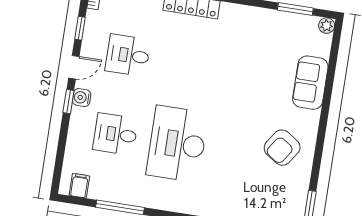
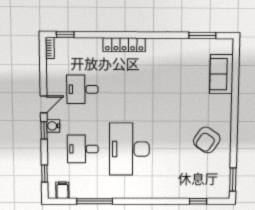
plant: (327, 26) -> (227, 44), removed
window: (80, 28) -> (45, 173), moved
sofa: (310, 83) -> (221, 74), moved

